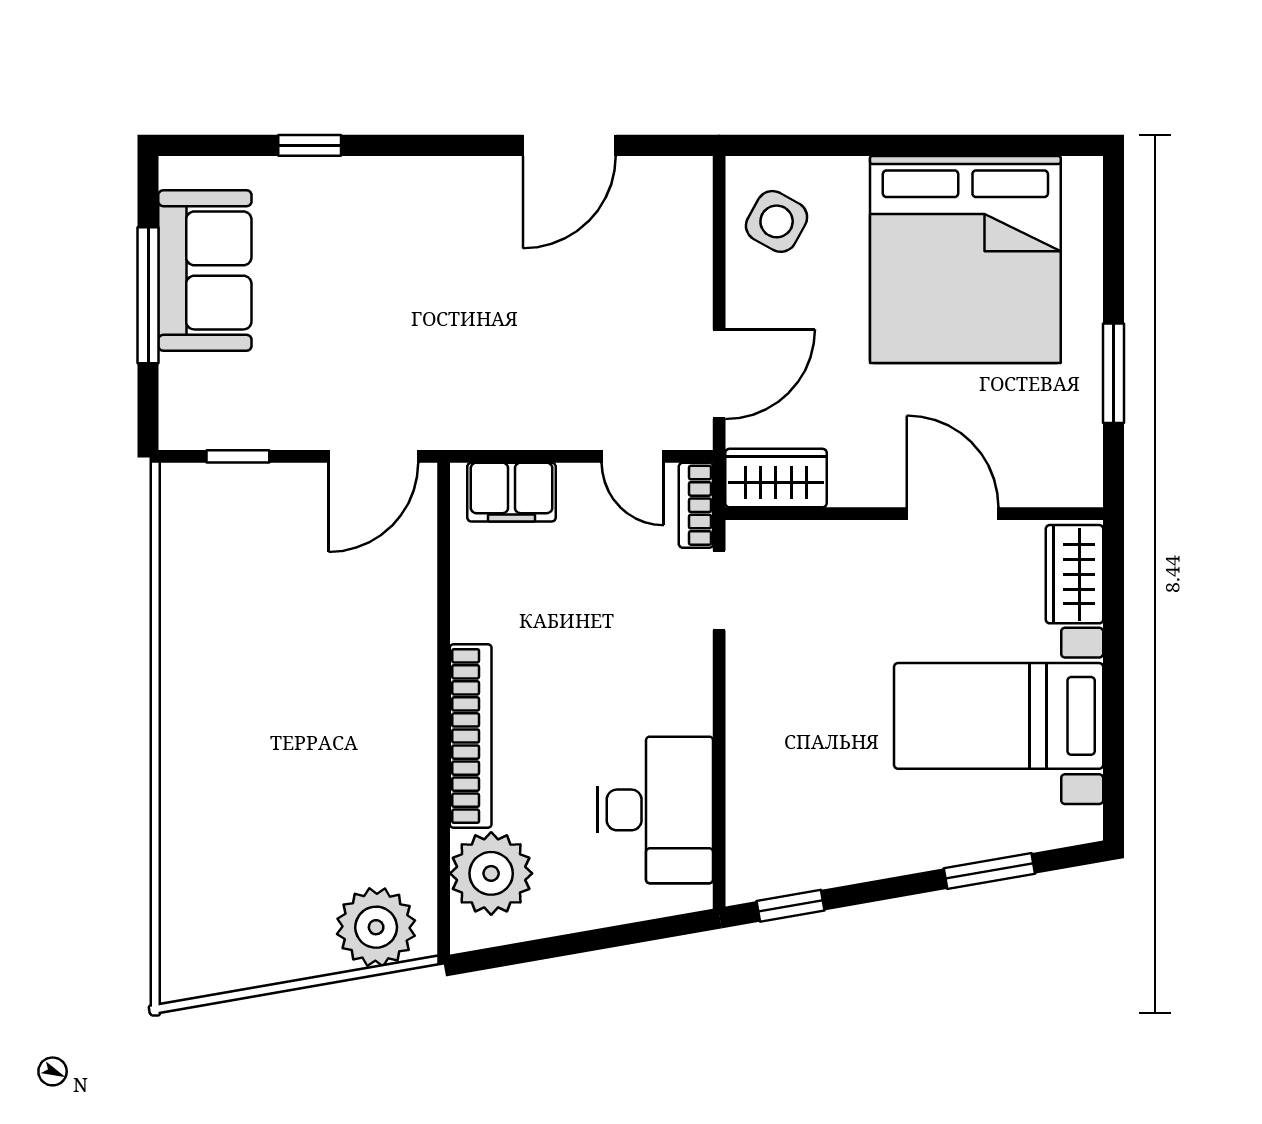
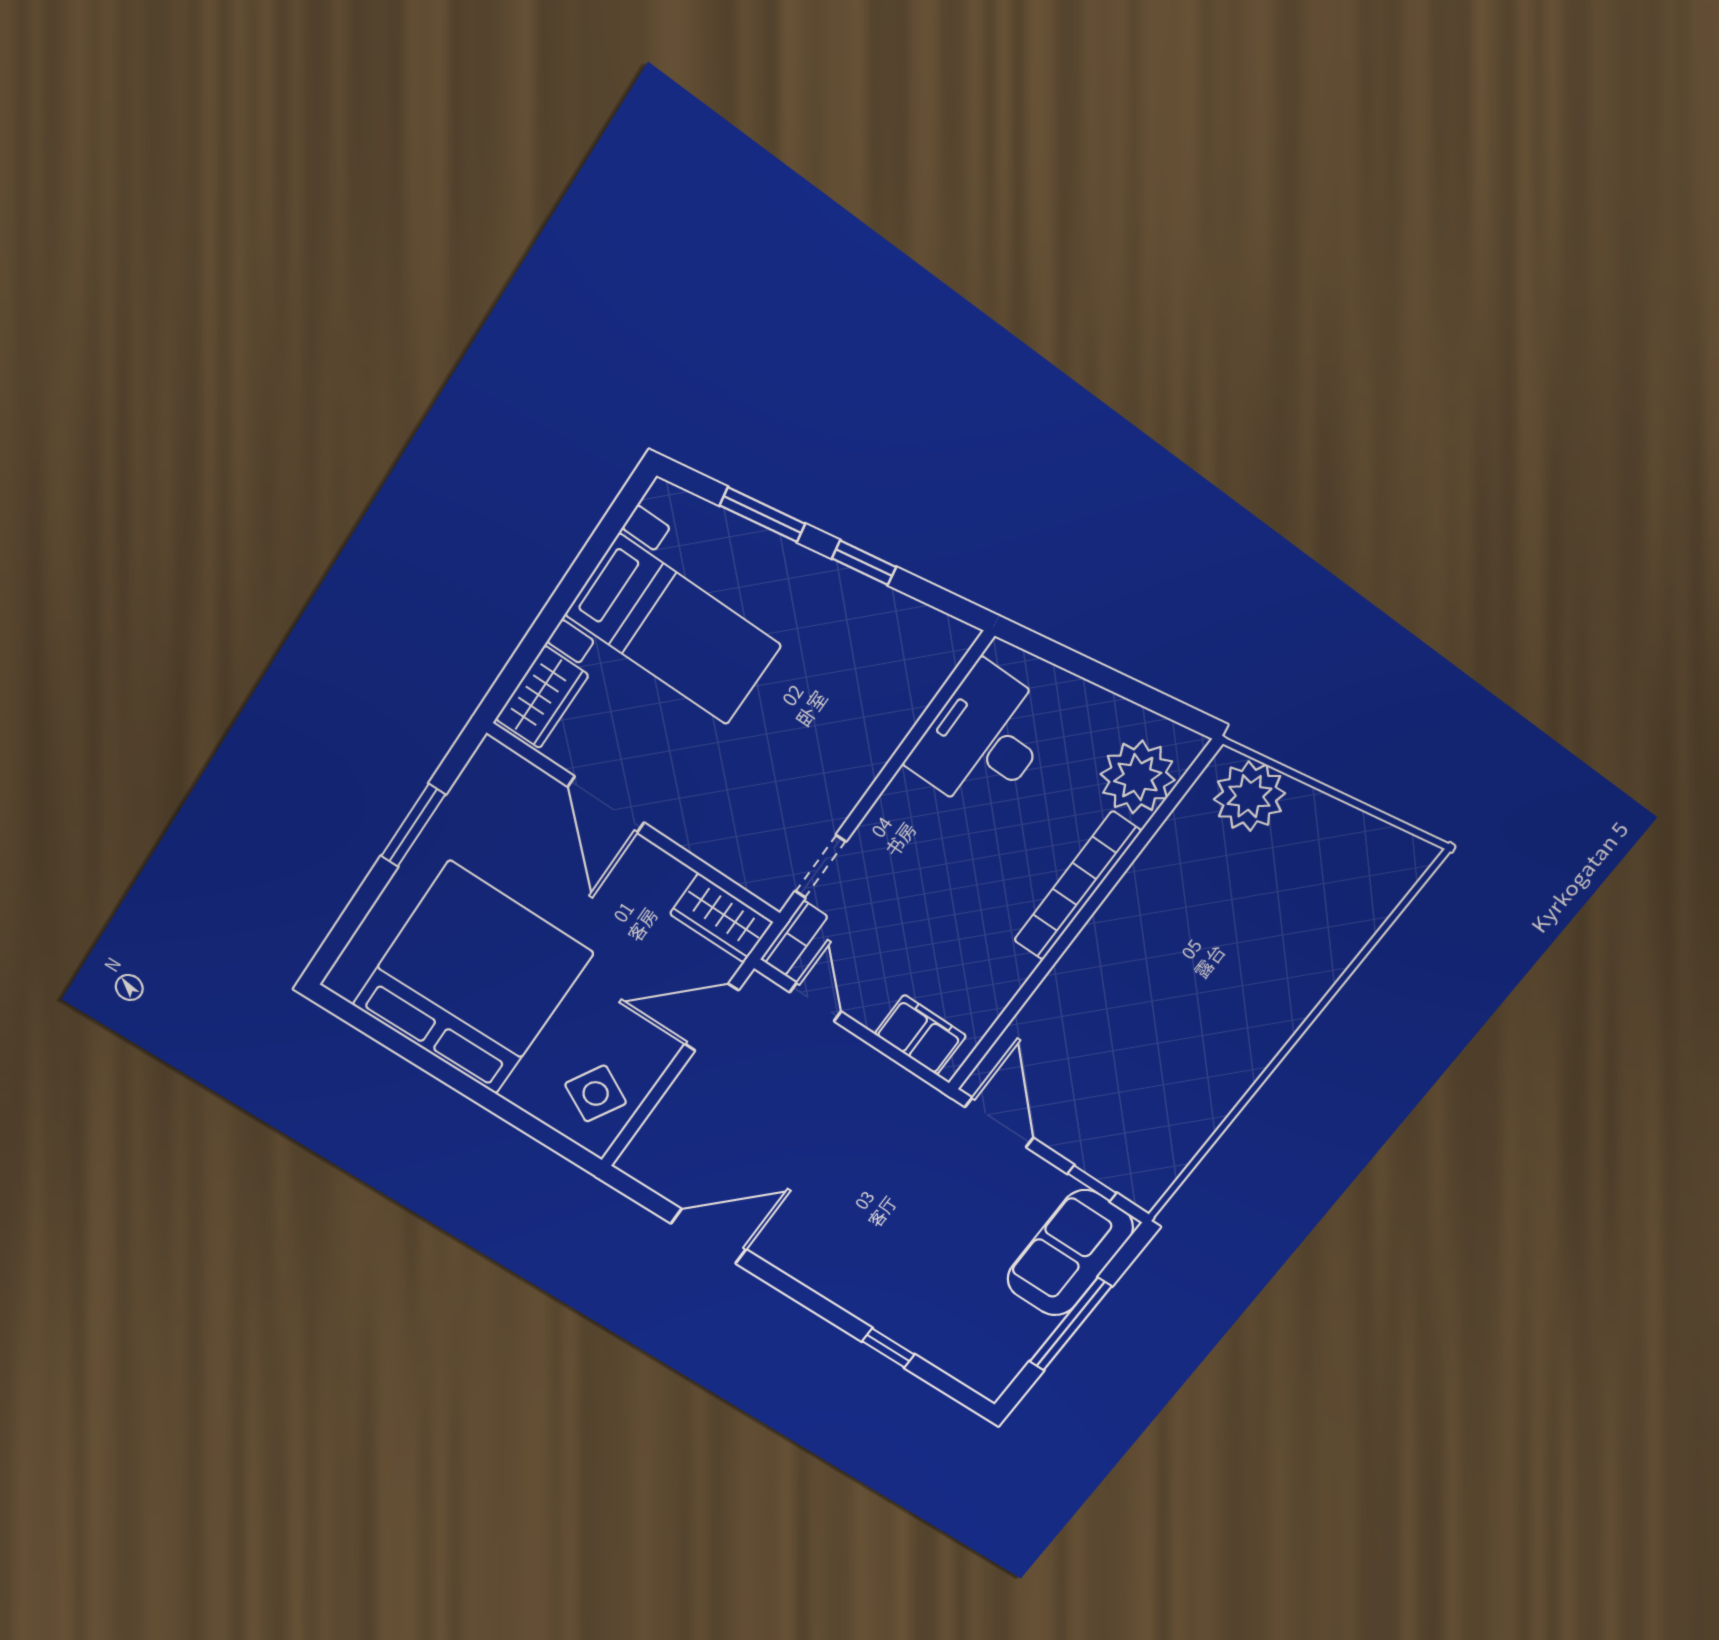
sofa: (205, 270) -> (1070, 1253), moved
door: (373, 456) -> (999, 1122), hinge flipped
window: (791, 906) -> (864, 563), moved

